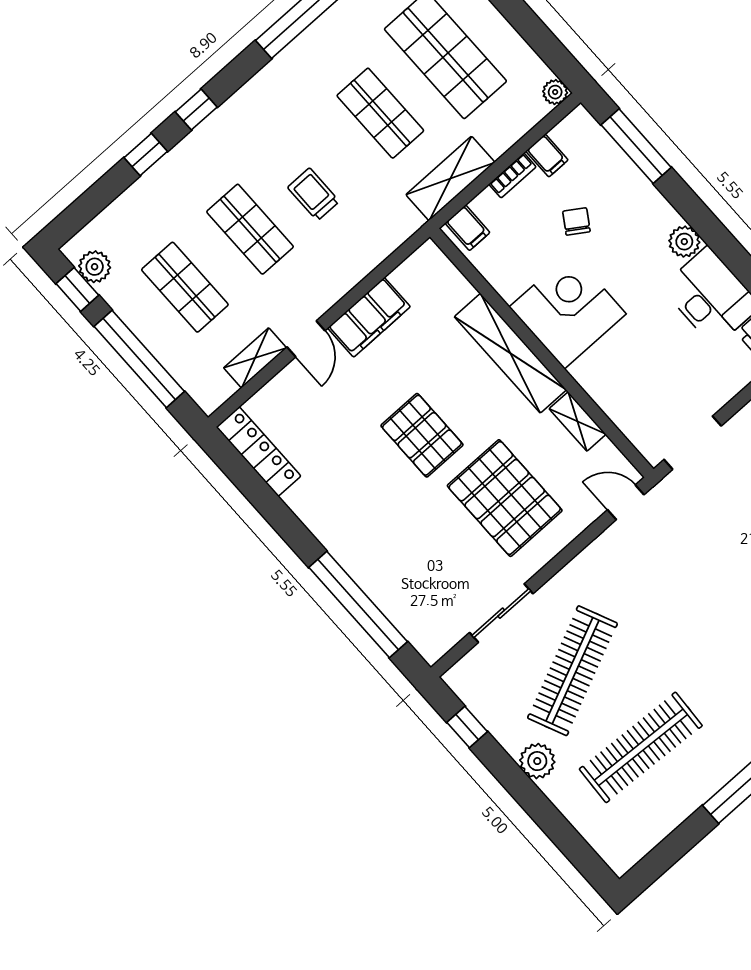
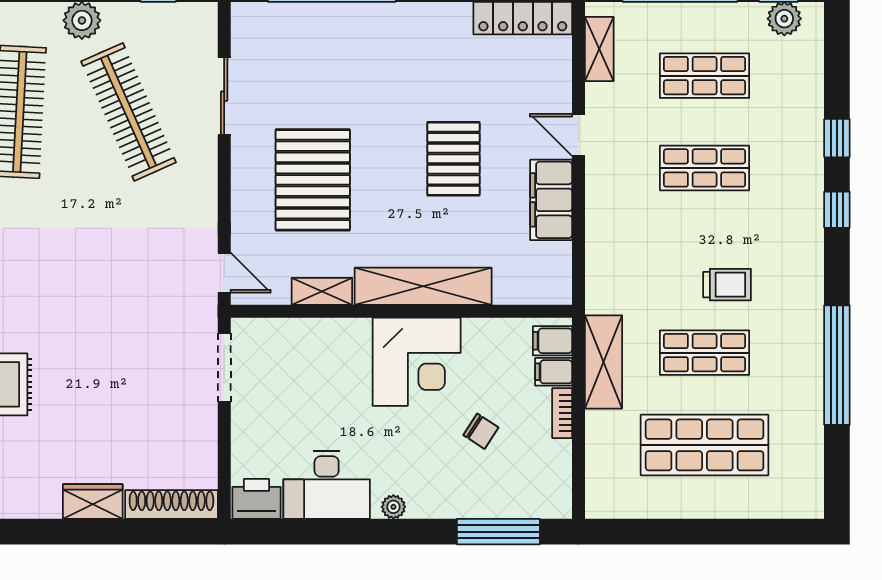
plant: (555, 92) -> (598, 506), removed
filing cabinet: (547, 156) -> (554, 372), moved
trolley: (313, 194) -> (727, 285), moved
plant: (684, 242) -> (393, 507), width x0.73, depth x0.73
shelving: (255, 358) -> (599, 49), moved
pallet: (422, 435) -> (453, 159), moved, turned 90
pallet: (505, 498) -> (313, 180), turned 90
door: (626, 502) -> (224, 273), hinge flipped

